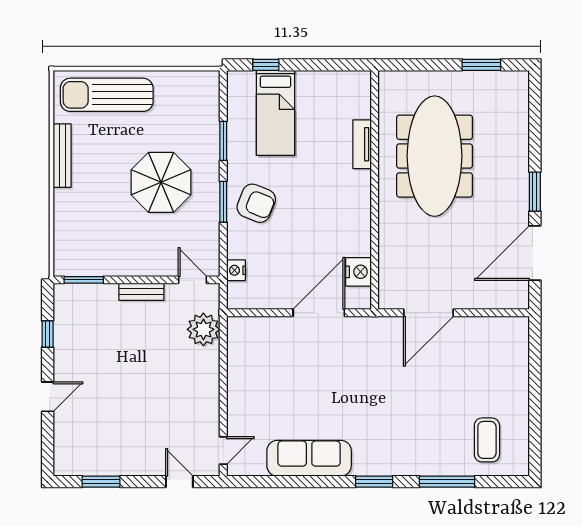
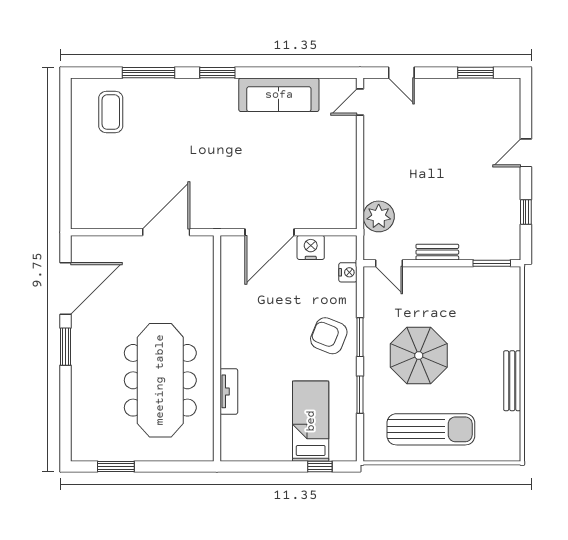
sun lounger: (107, 95) -> (431, 429), moved
nightstand: (359, 272) -> (311, 247), moved, turned 90

